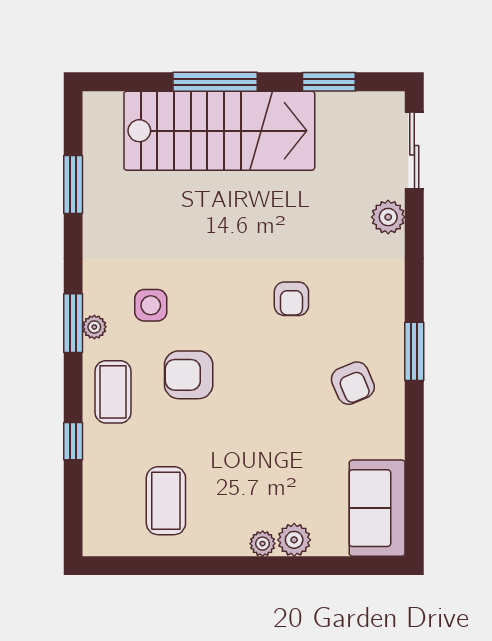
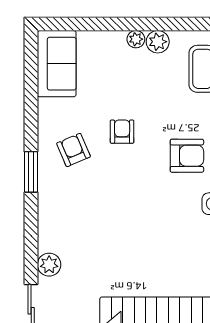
armchair: (291, 299) -> (122, 132), moved
plant: (294, 540) -> (158, 42), moved

